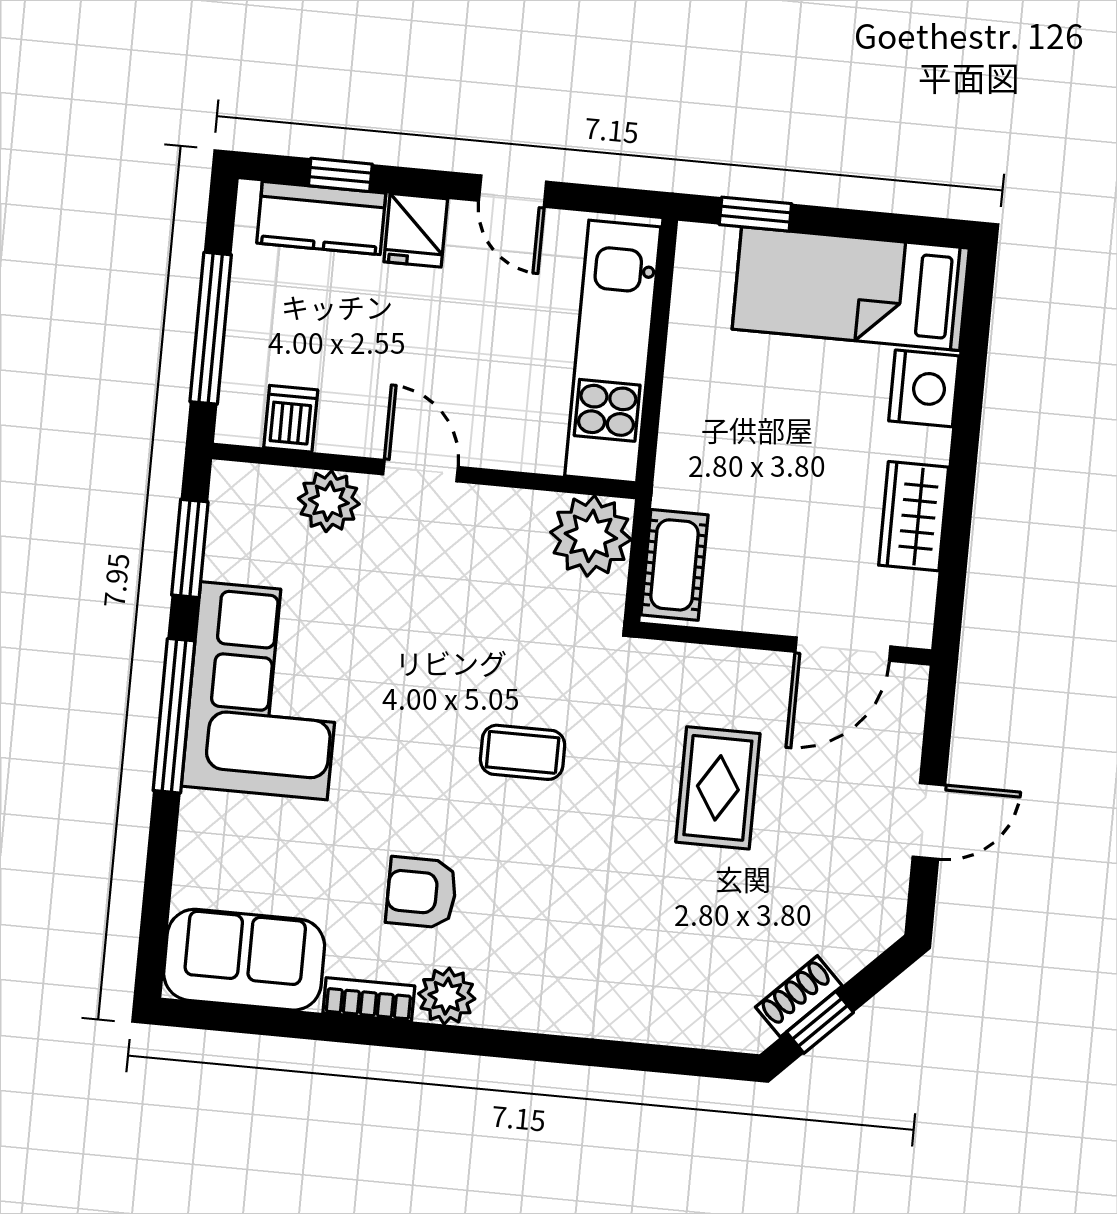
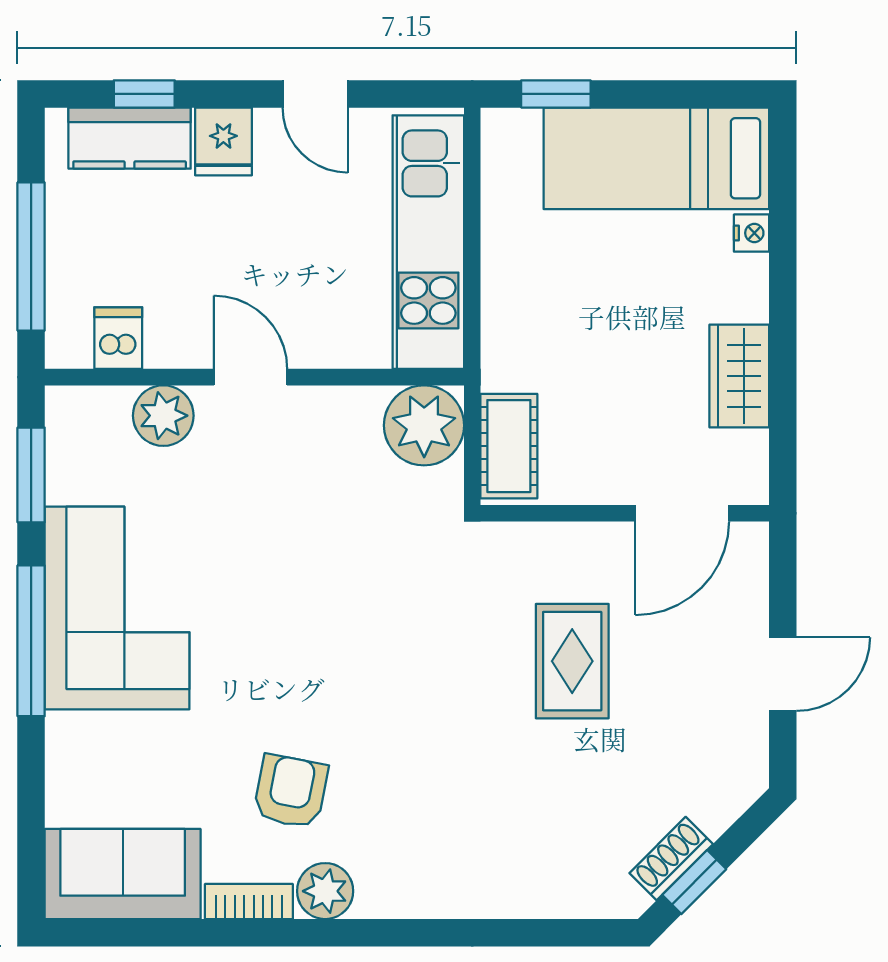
nightstand: (924, 388) -> (752, 233), width x0.53, depth x0.56
coffee table: (523, 752) -> (377, 644), removed
armchair: (421, 892) -> (291, 791), turned 101

